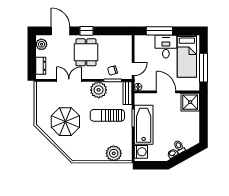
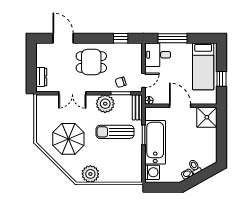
window: (86, 31) -> (121, 38), moved
plant: (41, 44) -> (42, 53), removed
desk: (166, 47) -> (158, 55), moved, turned -90
dining table: (86, 52) -> (91, 62), turned 90
window: (203, 68) -> (221, 79), width x0.46
double door: (69, 80) -> (72, 93), swing flipped
plant: (114, 153) -> (90, 174), moved

